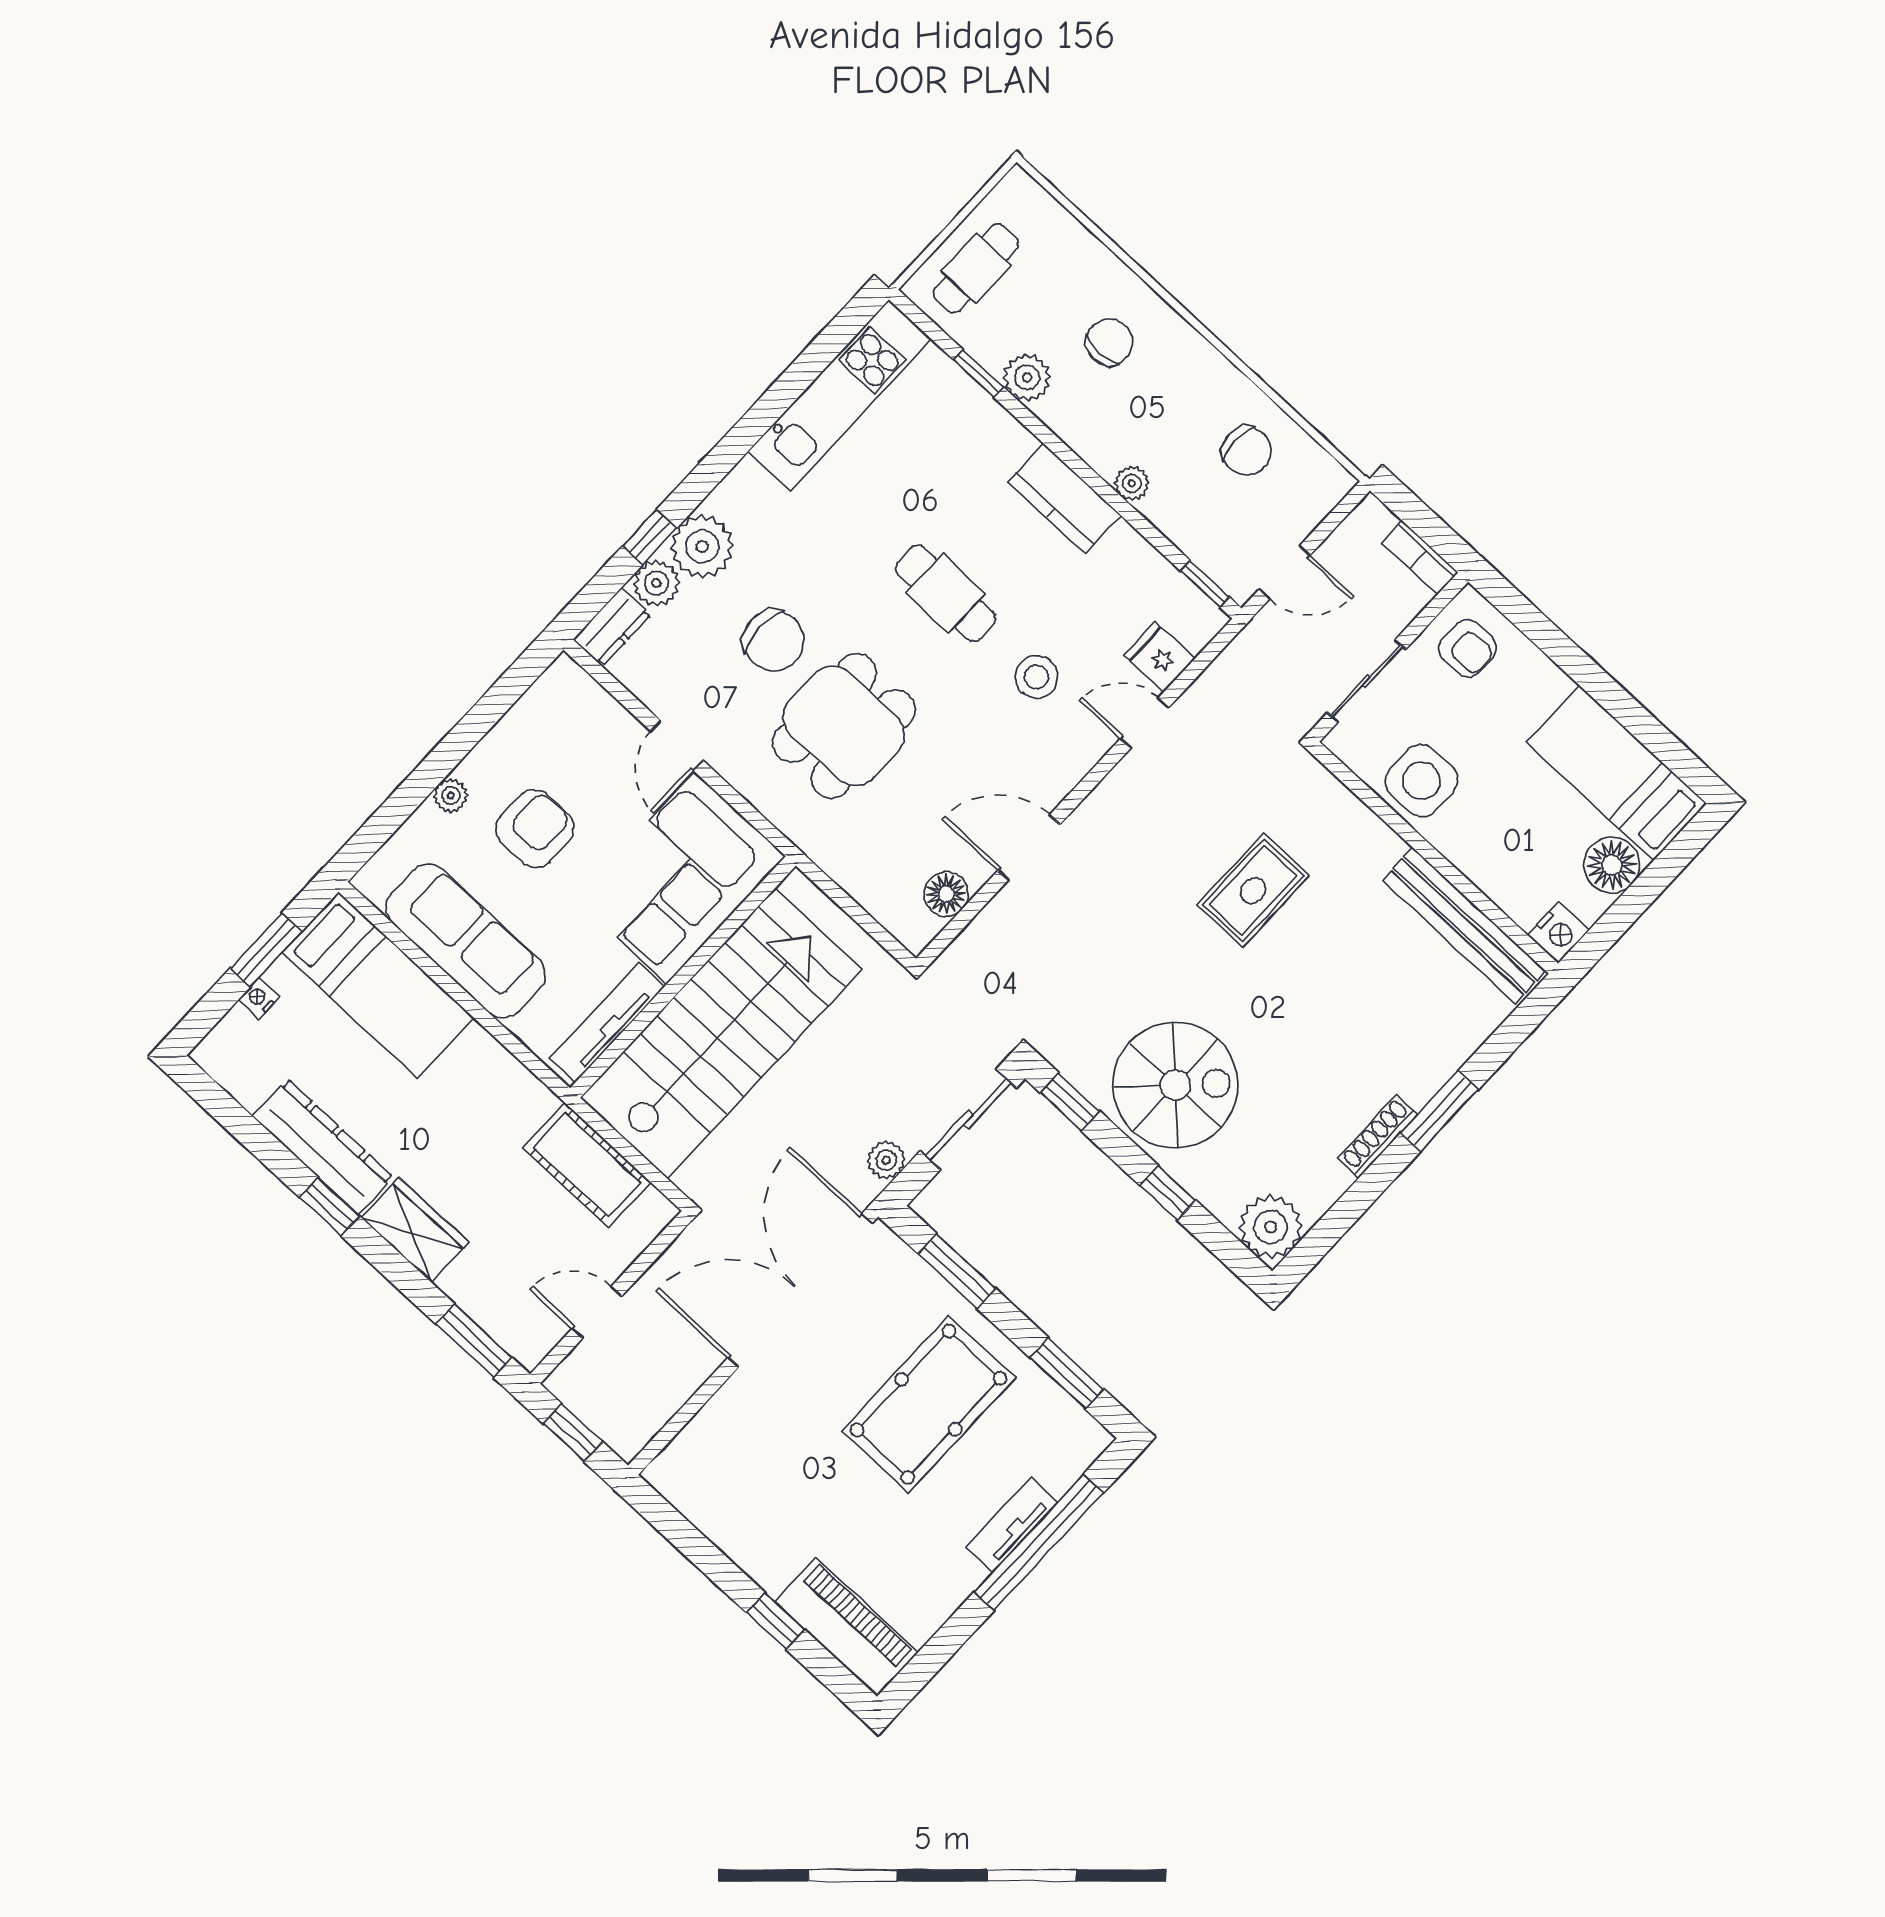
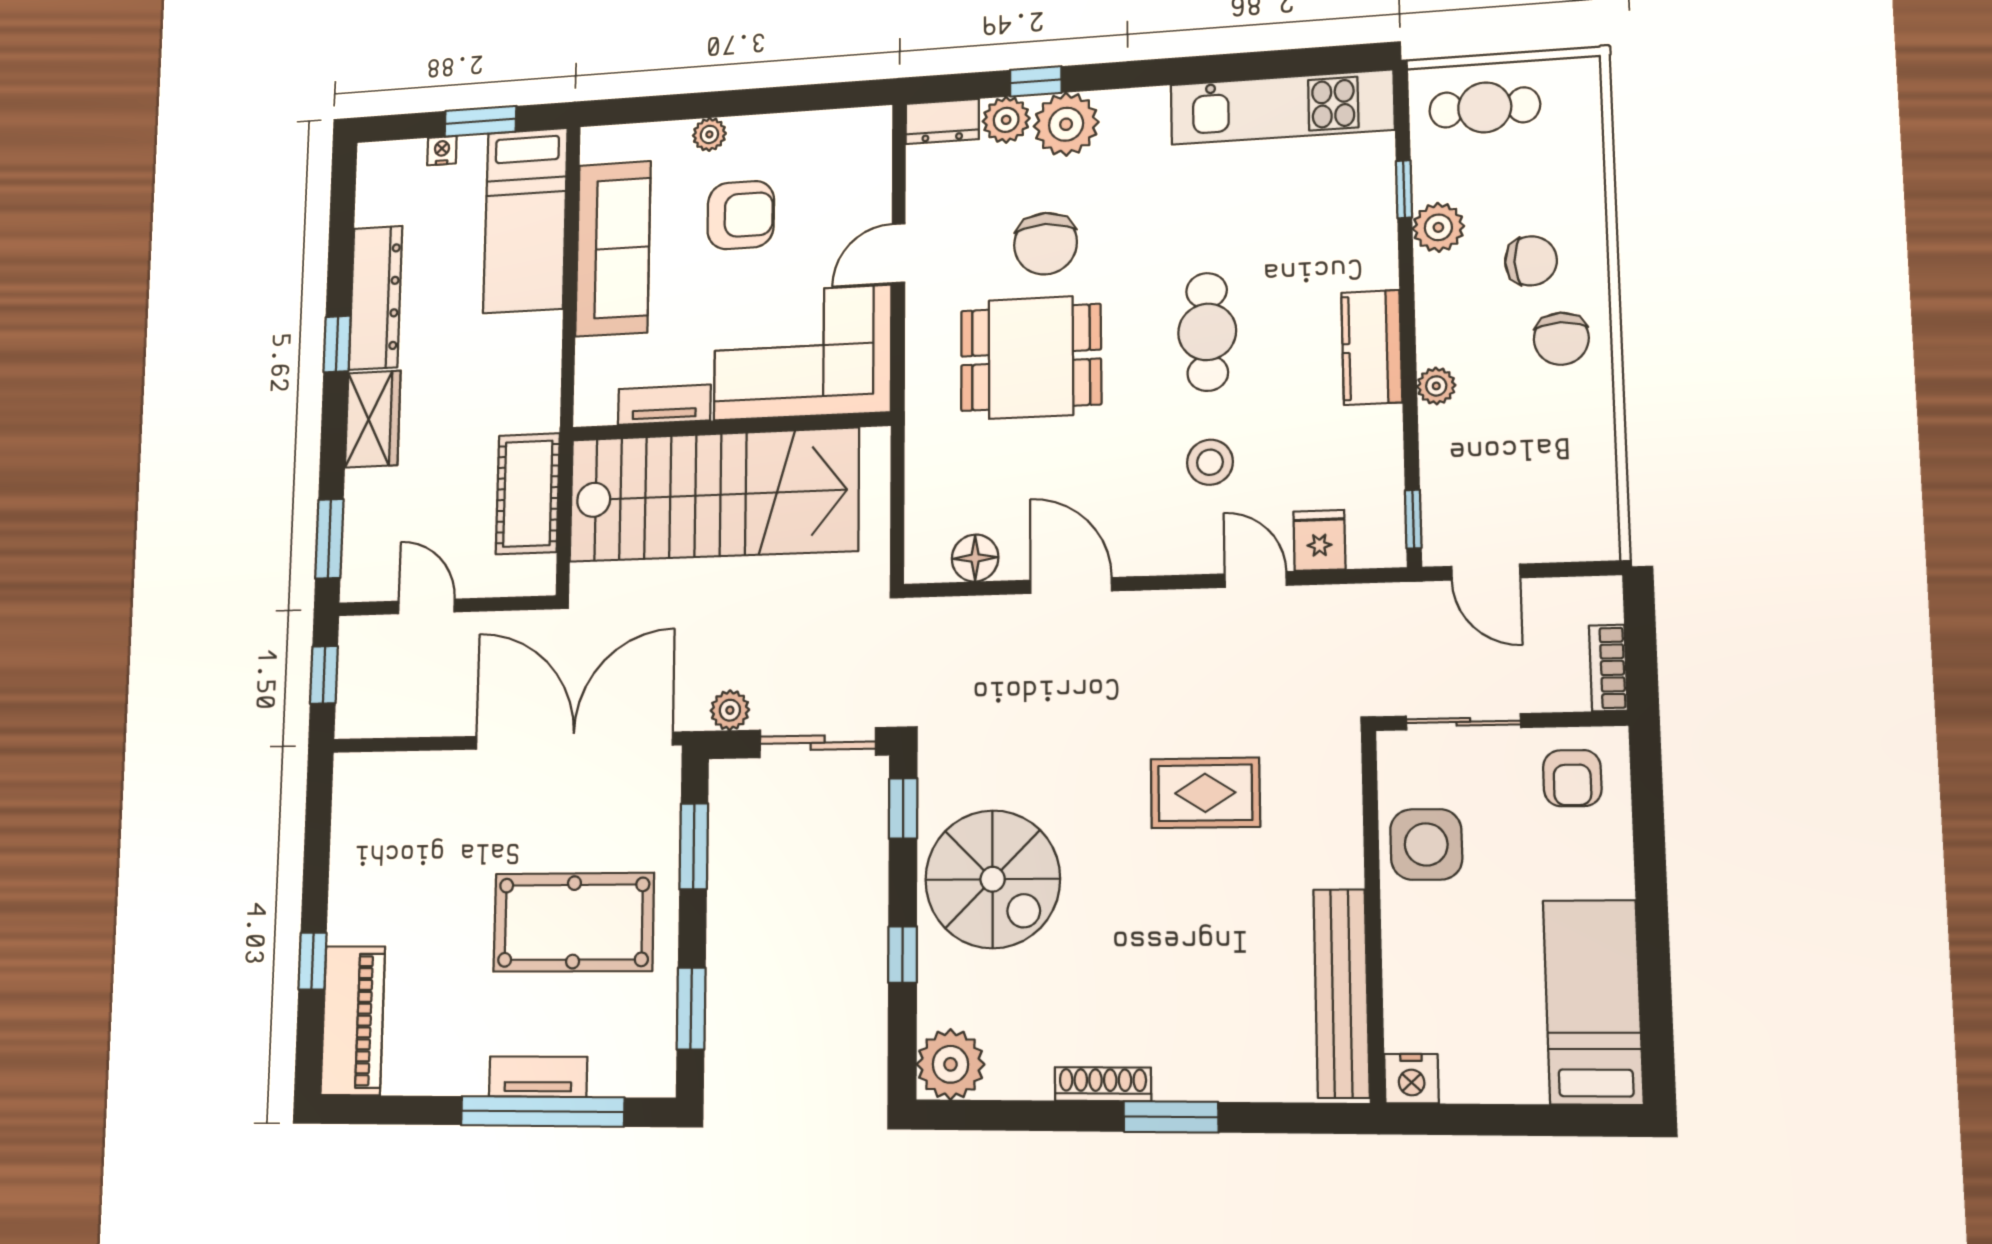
chair: (1247, 451) -> (1561, 339), moved
floor lamp: (1612, 865) -> (1512, 1071), removed
tv unit: (607, 1023) -> (664, 405), width x0.71

